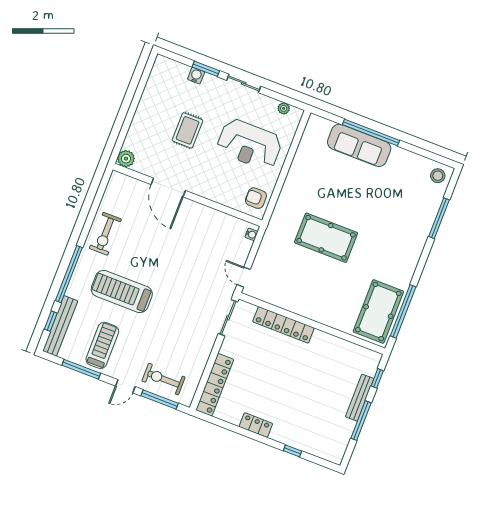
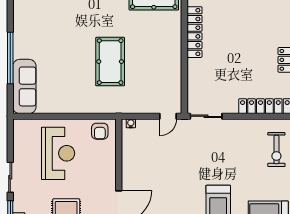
plant: (284, 108) -> (18, 137), removed
sofa: (359, 145) -> (24, 86), moved
locker: (283, 325) -> (194, 32), moved

